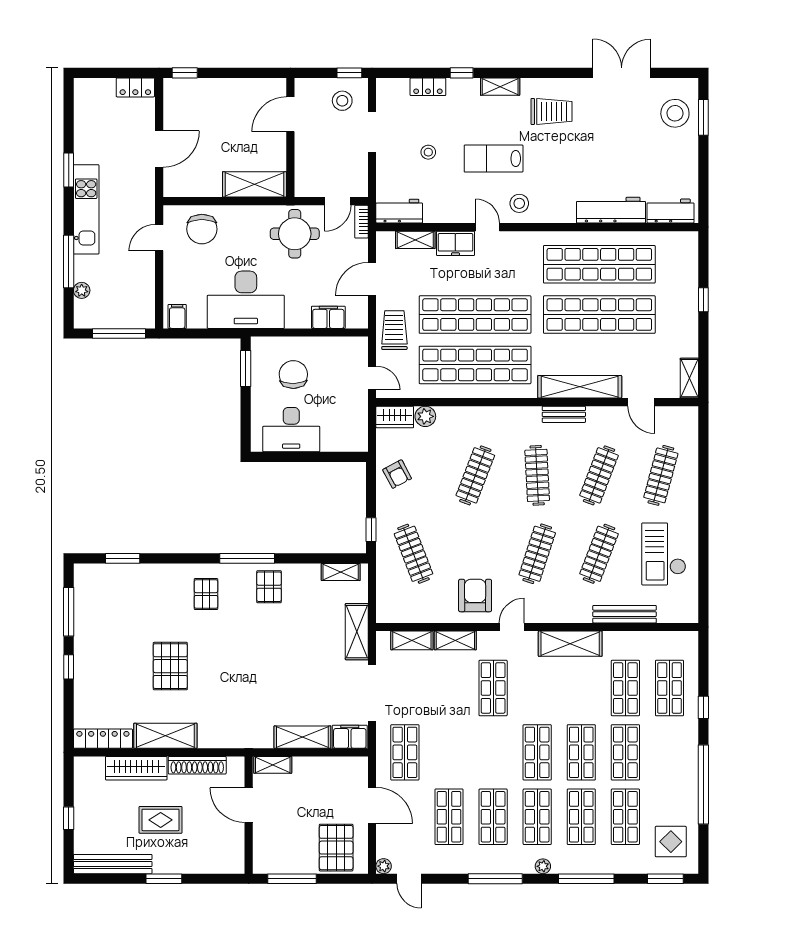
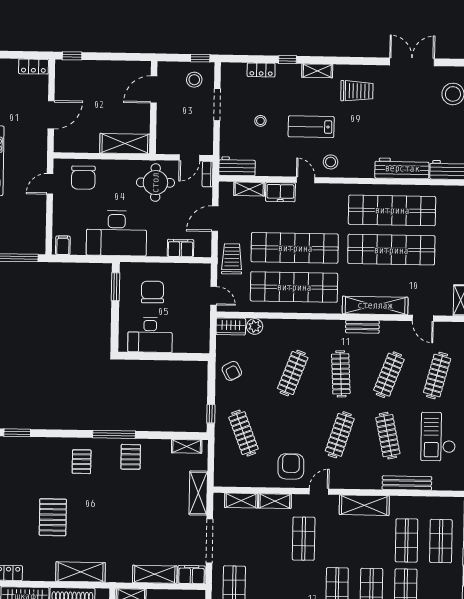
clothes rail: (599, 554) -> (388, 436), turned -33
shelving: (165, 736) -> (81, 572), moved

